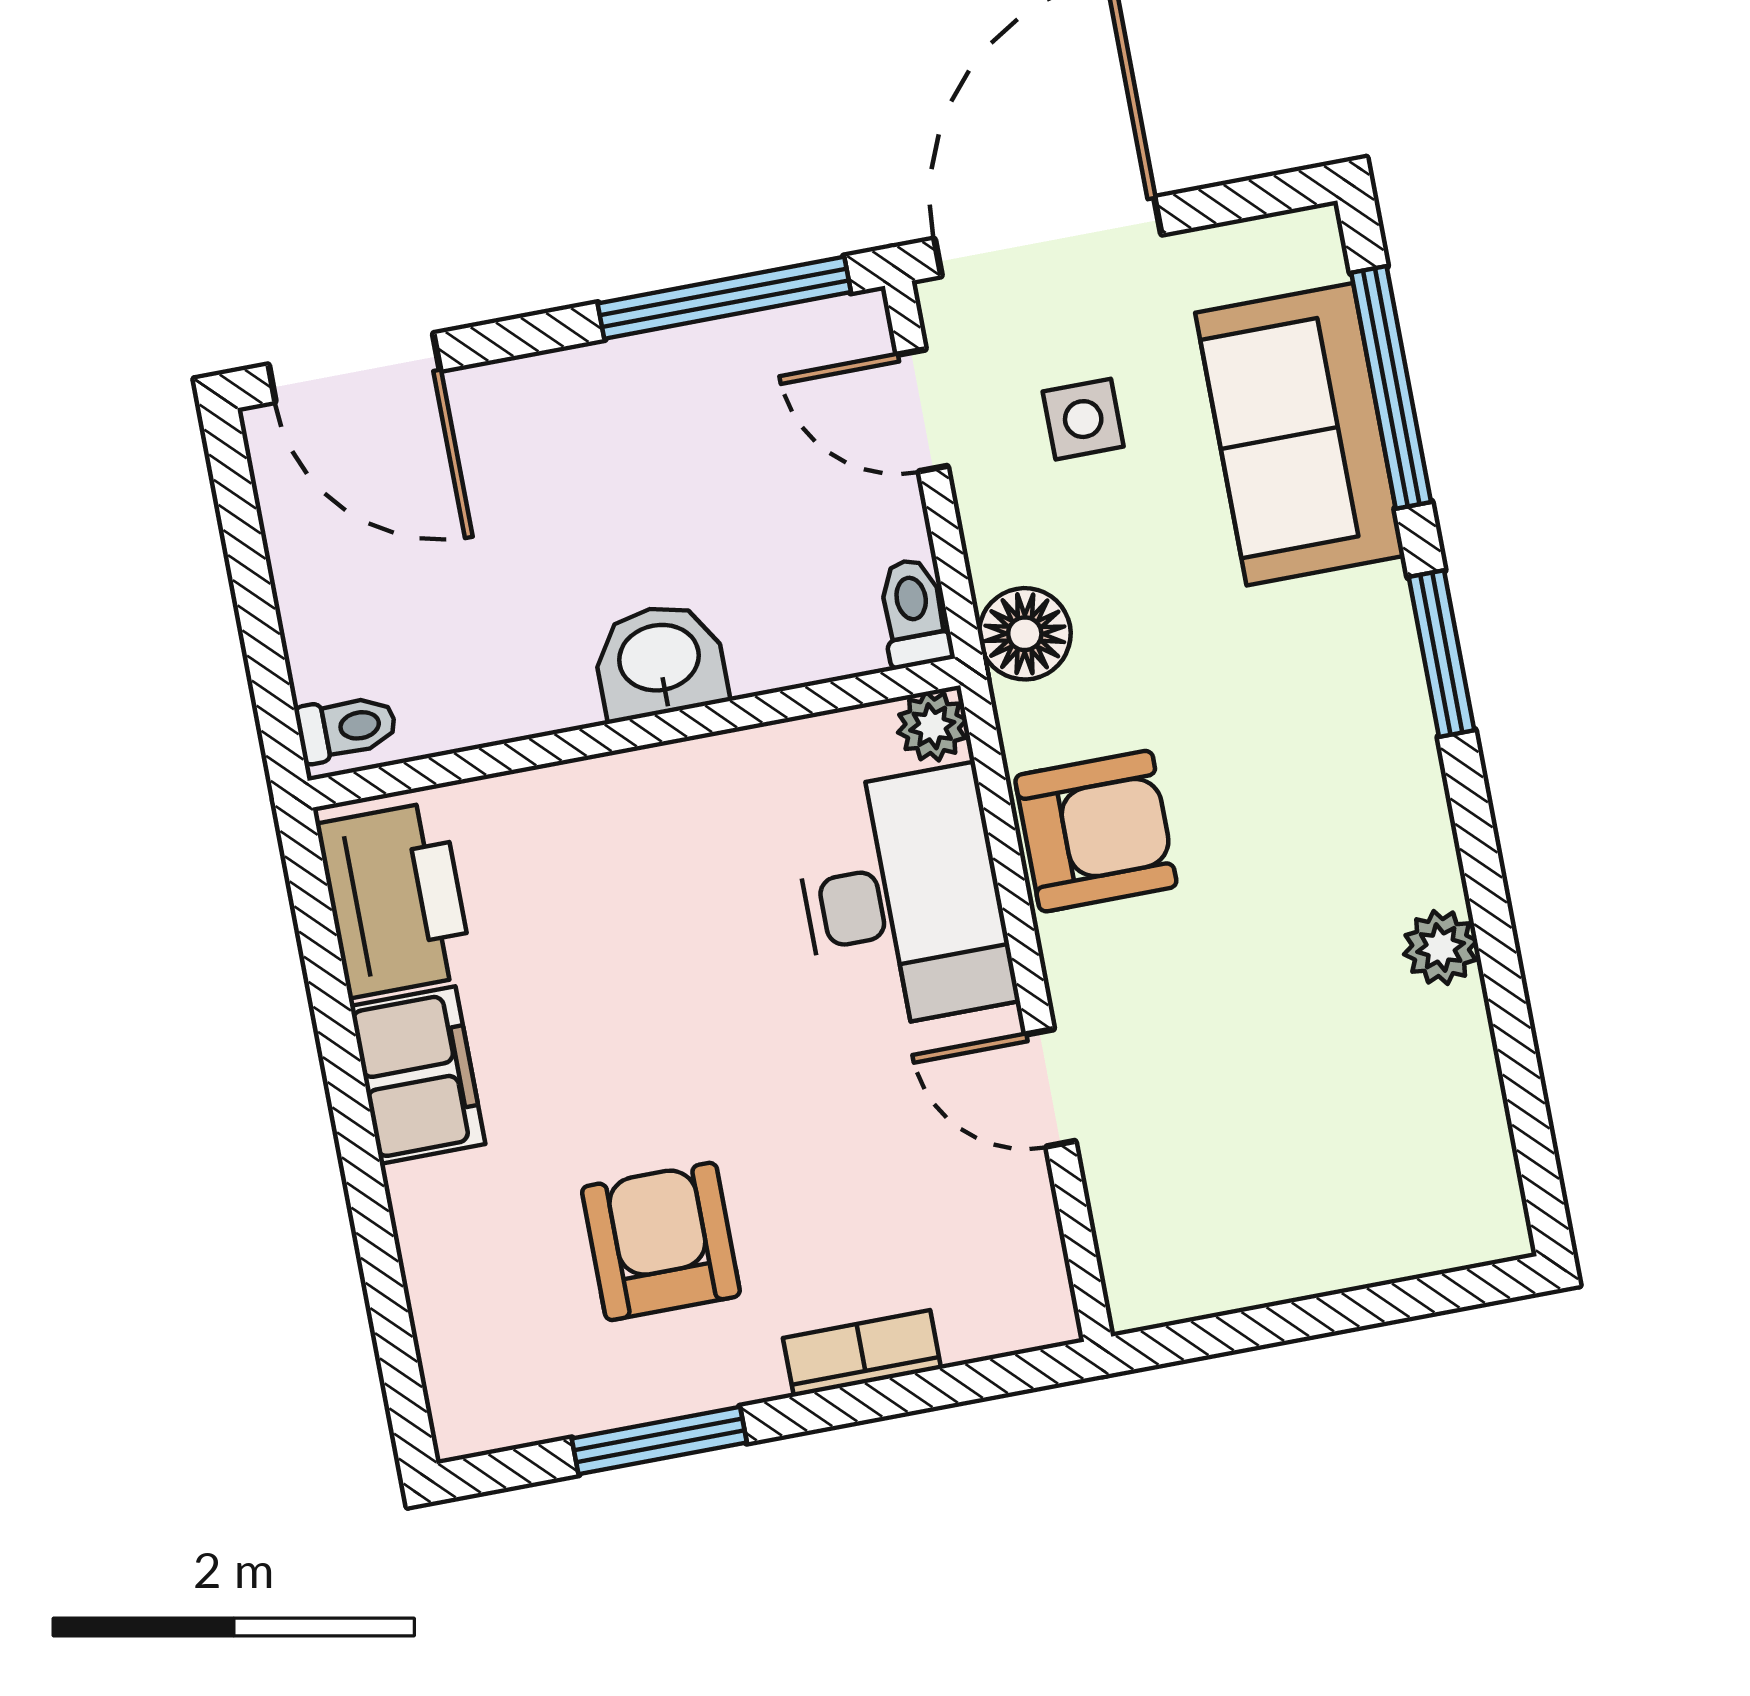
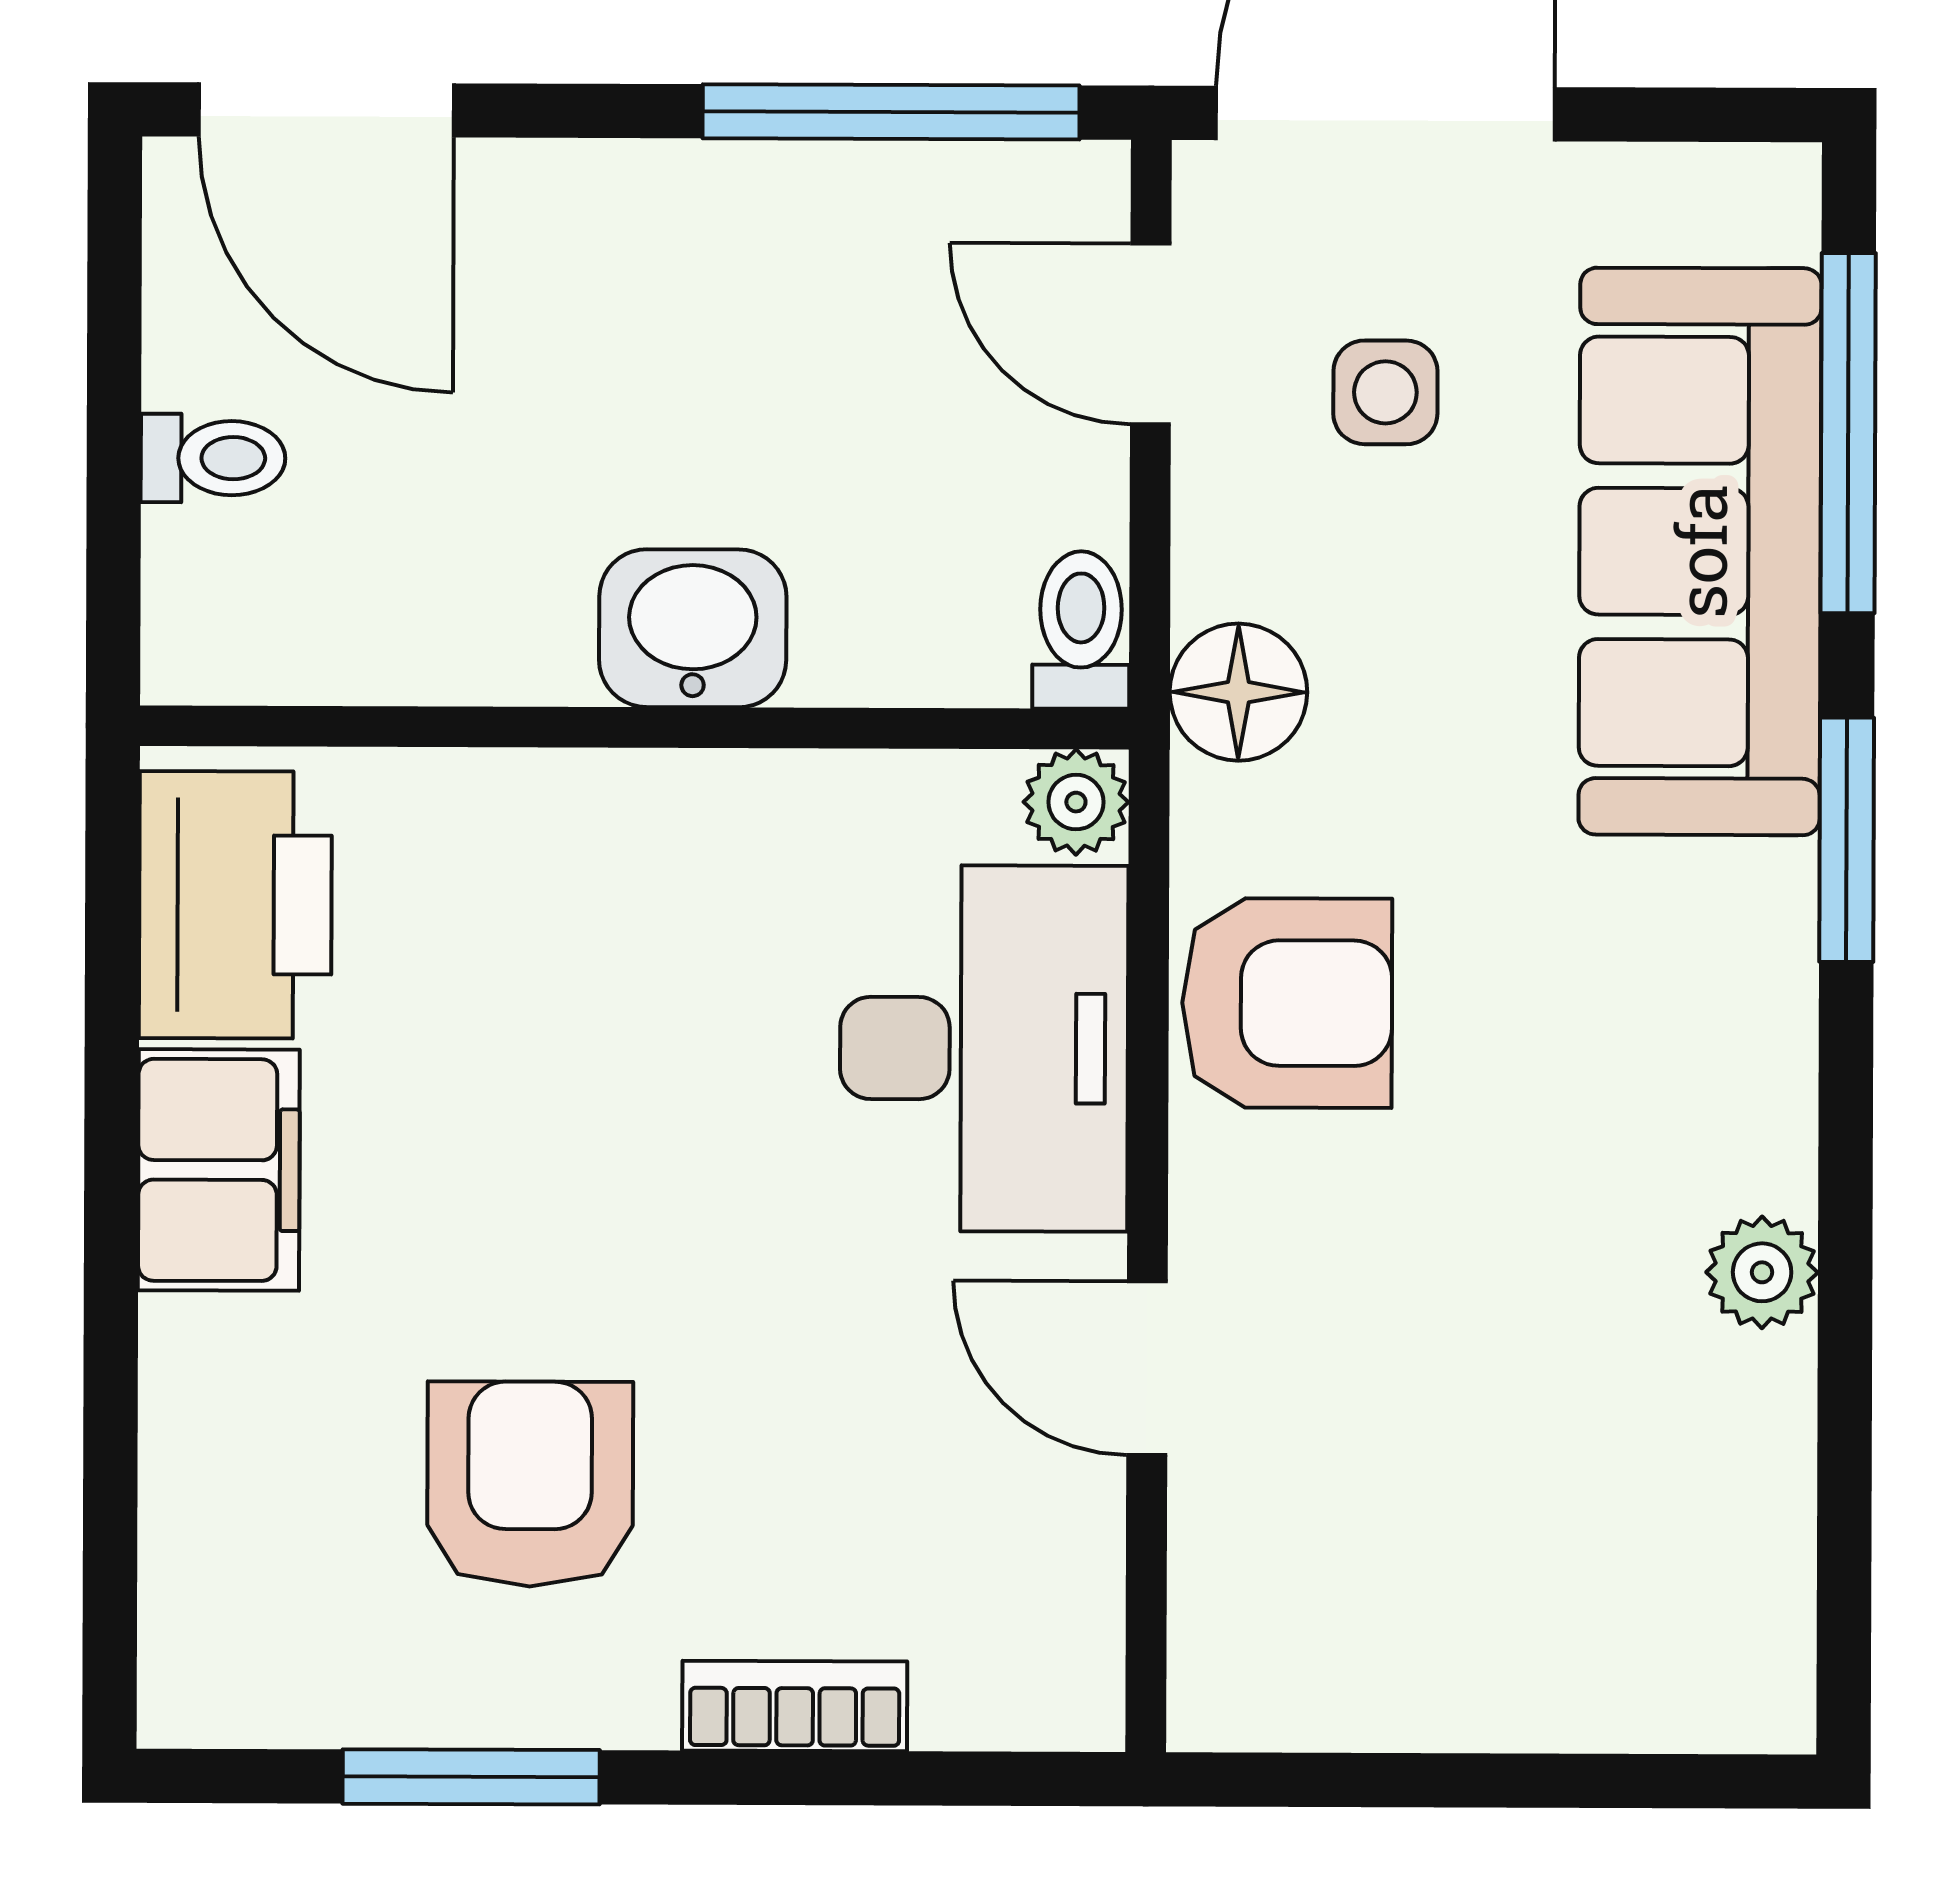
sofa: (1300, 434) -> (1700, 551), width x1.36
toilet: (346, 728) -> (213, 458), moved

